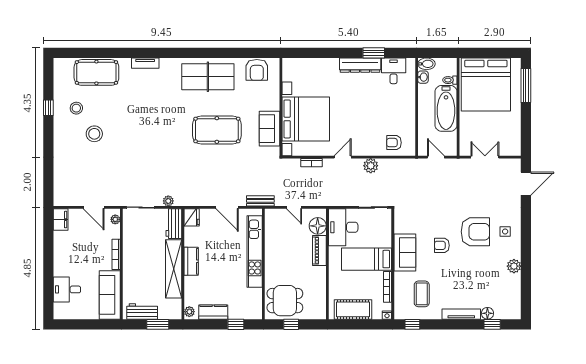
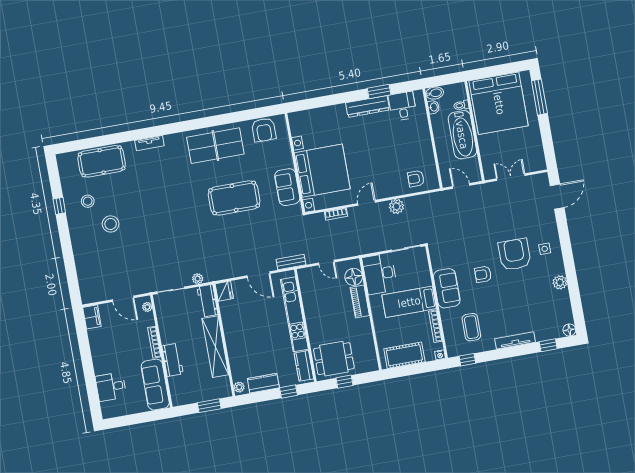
armchair: (475, 232) -> (515, 254), turned -90
kitchen counter: (191, 261) -> (304, 366), moved, turned 180
workbench: (142, 311) -> (172, 360), moved, turned 90
floor lamp: (487, 313) -> (569, 330), moved

